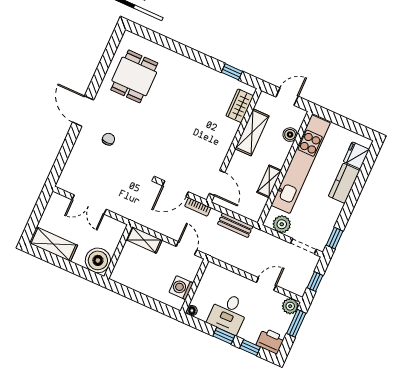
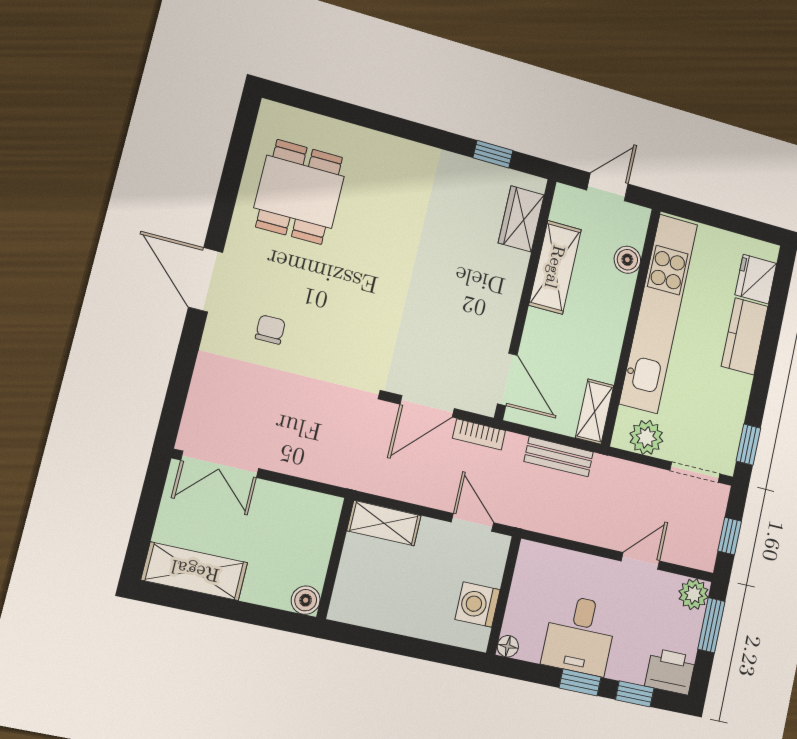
shelving: (269, 181) -> (595, 412), moved
double door: (89, 204) -> (220, 464), moved
boiler: (98, 260) -> (306, 600), width x0.54, depth x0.54

